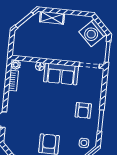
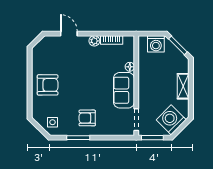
shelving: (52, 18) -> (183, 86), moved
washing machine: (21, 40) -> (156, 44), added
plant: (16, 65) -> (94, 41), moved

